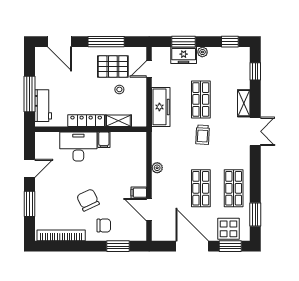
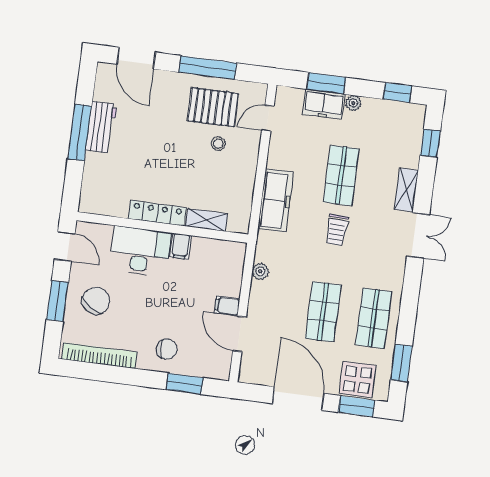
workbench: (43, 106) -> (101, 127), moved
freezer: (161, 107) -> (275, 200), moved
locker: (86, 121) -> (157, 213), moved
shelving: (118, 121) -> (207, 220), moved
wall: (91, 129) -> (162, 227), moved
filing cabinet: (104, 140) -> (181, 246), moved
desk: (78, 146) -> (140, 251), moved
door: (30, 168) -> (65, 246), hinge flipped
chair: (88, 200) -> (96, 301), moved, turned 57

